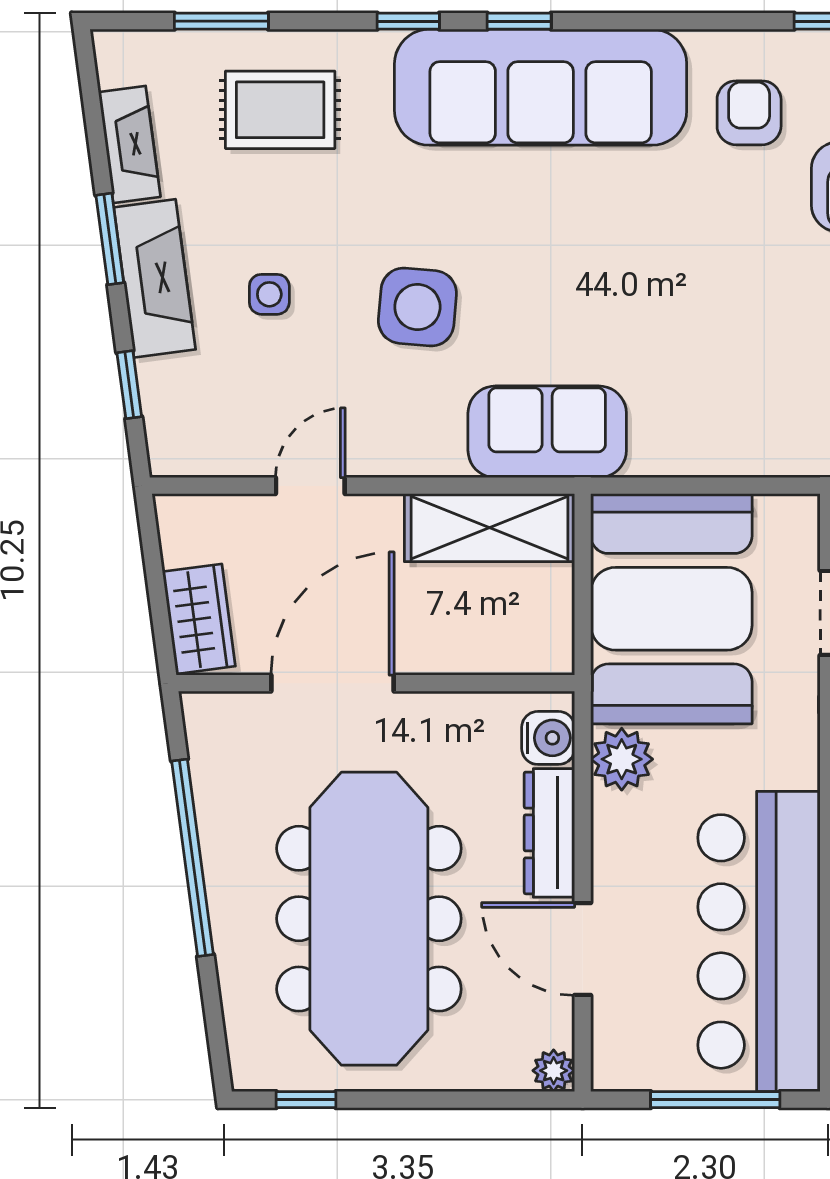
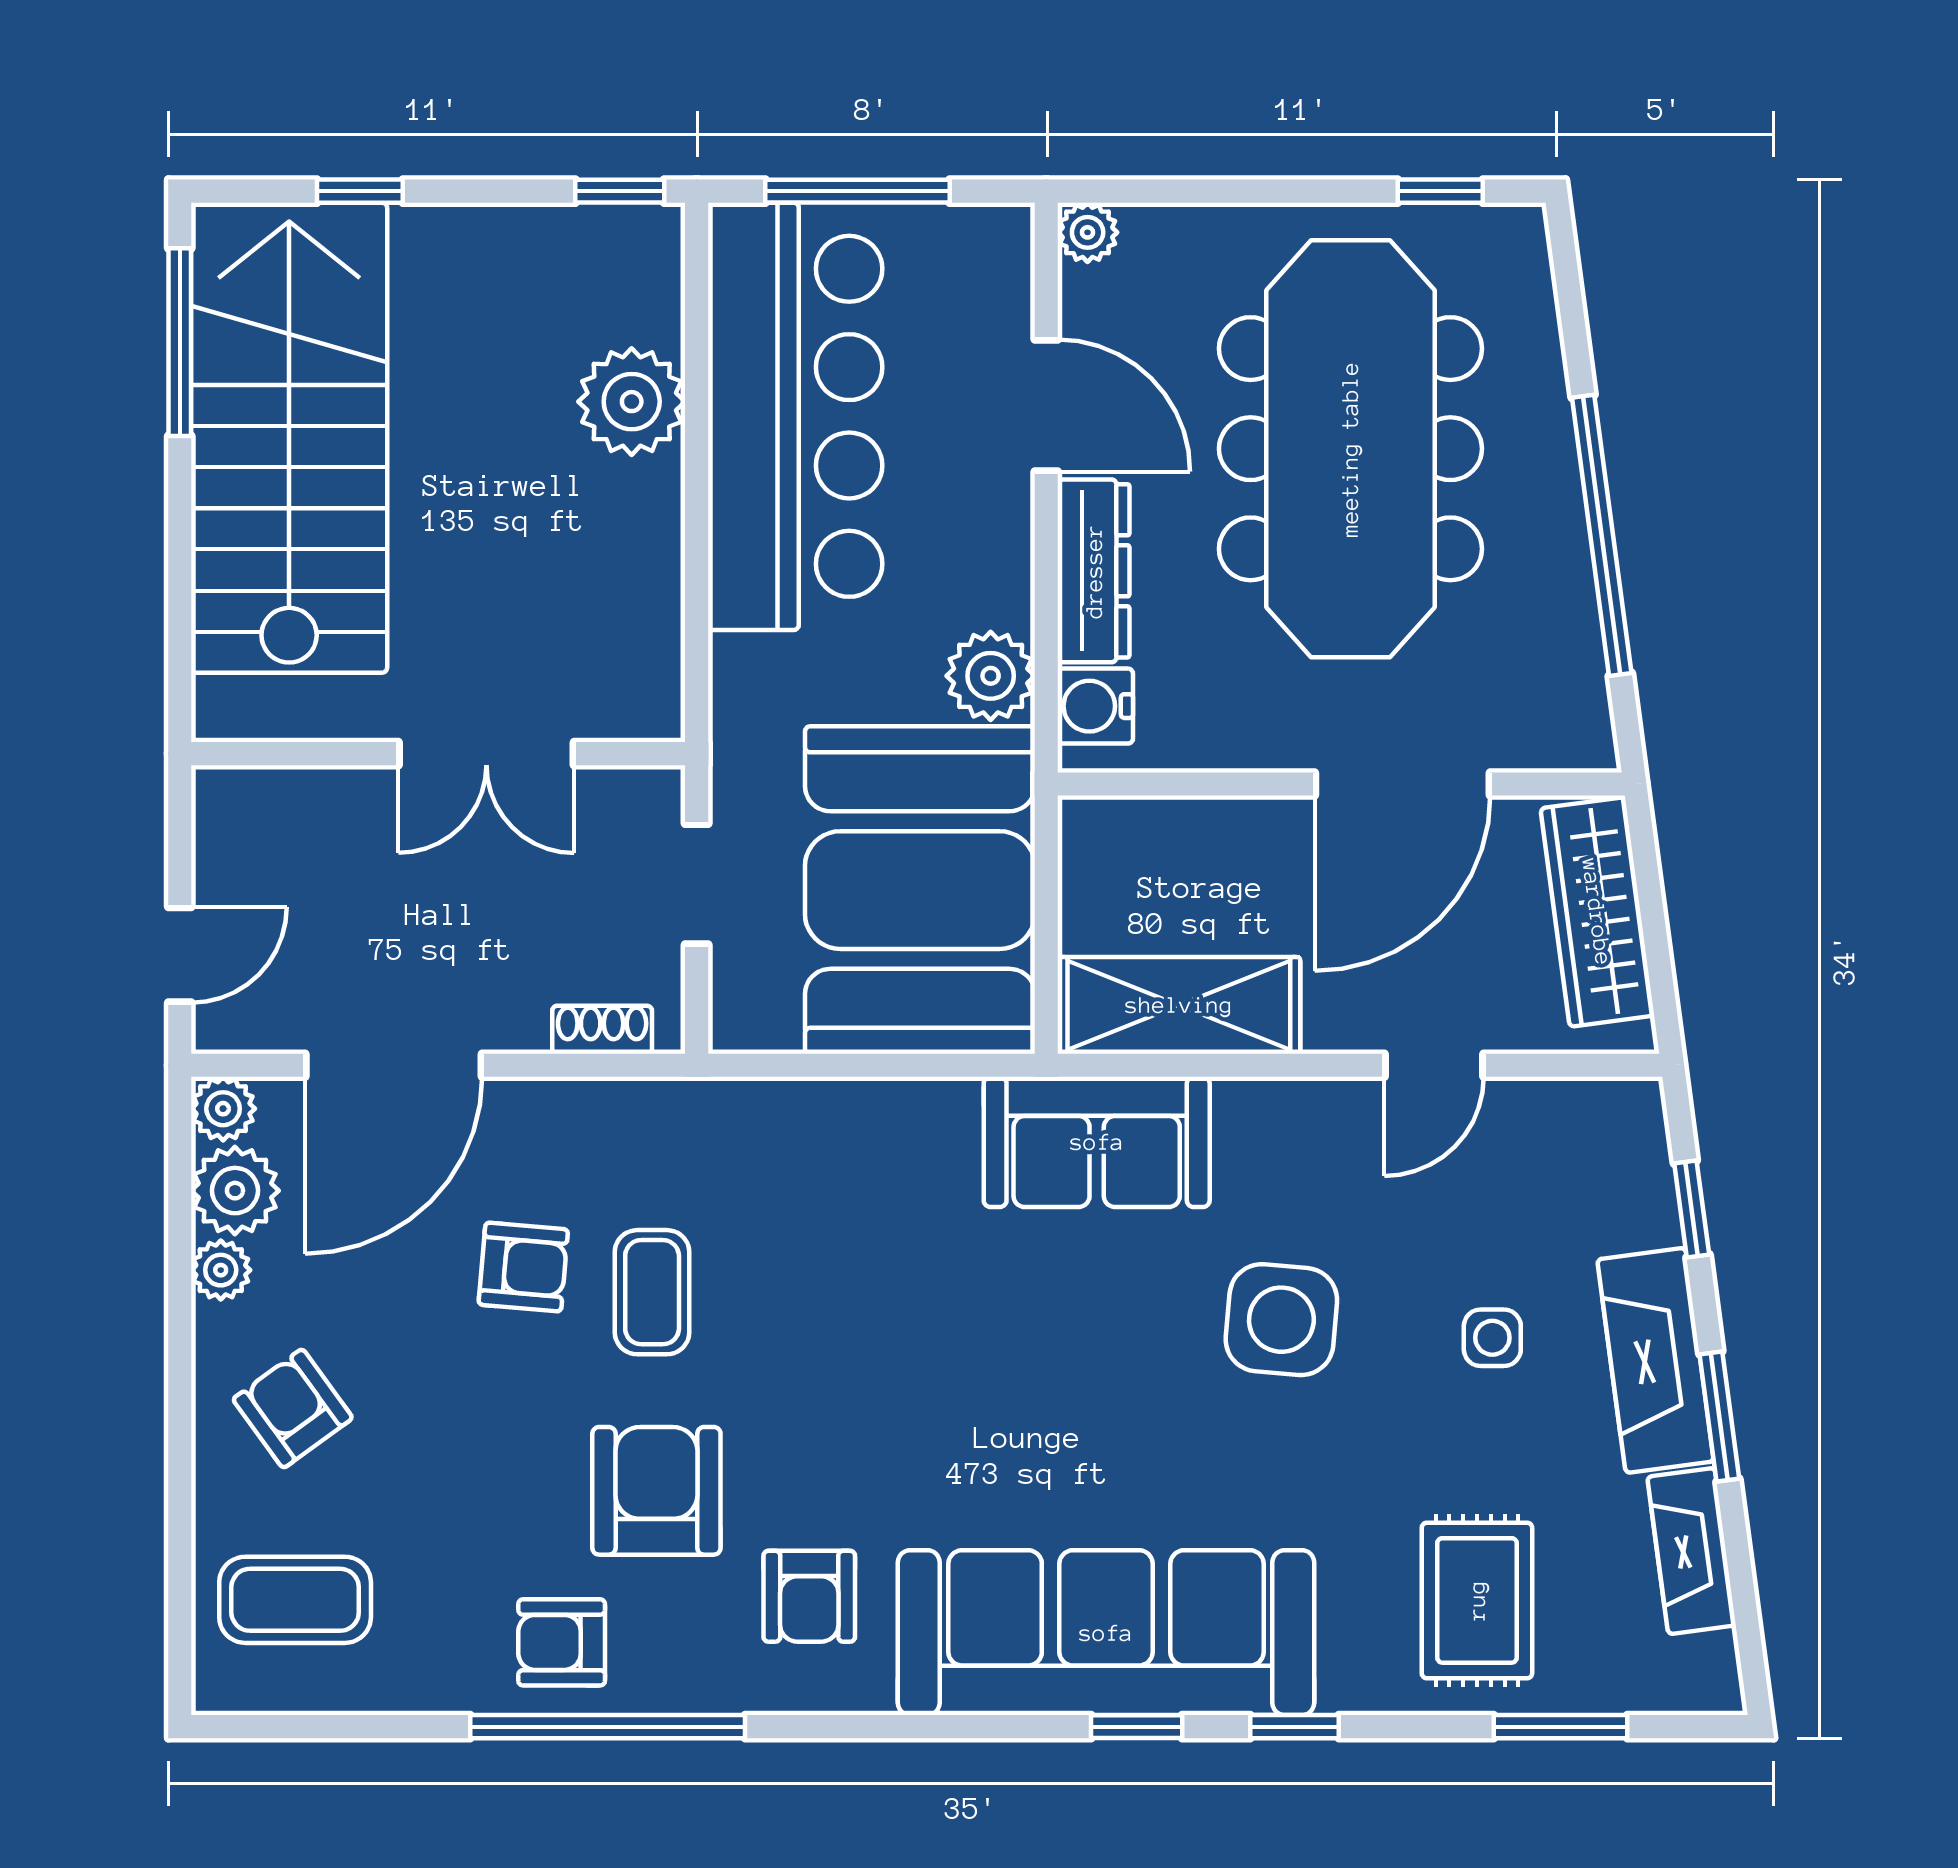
rug: (280, 110) -> (1477, 1600), turned 90
wardrobe: (199, 619) -> (1597, 912), width x1.50

